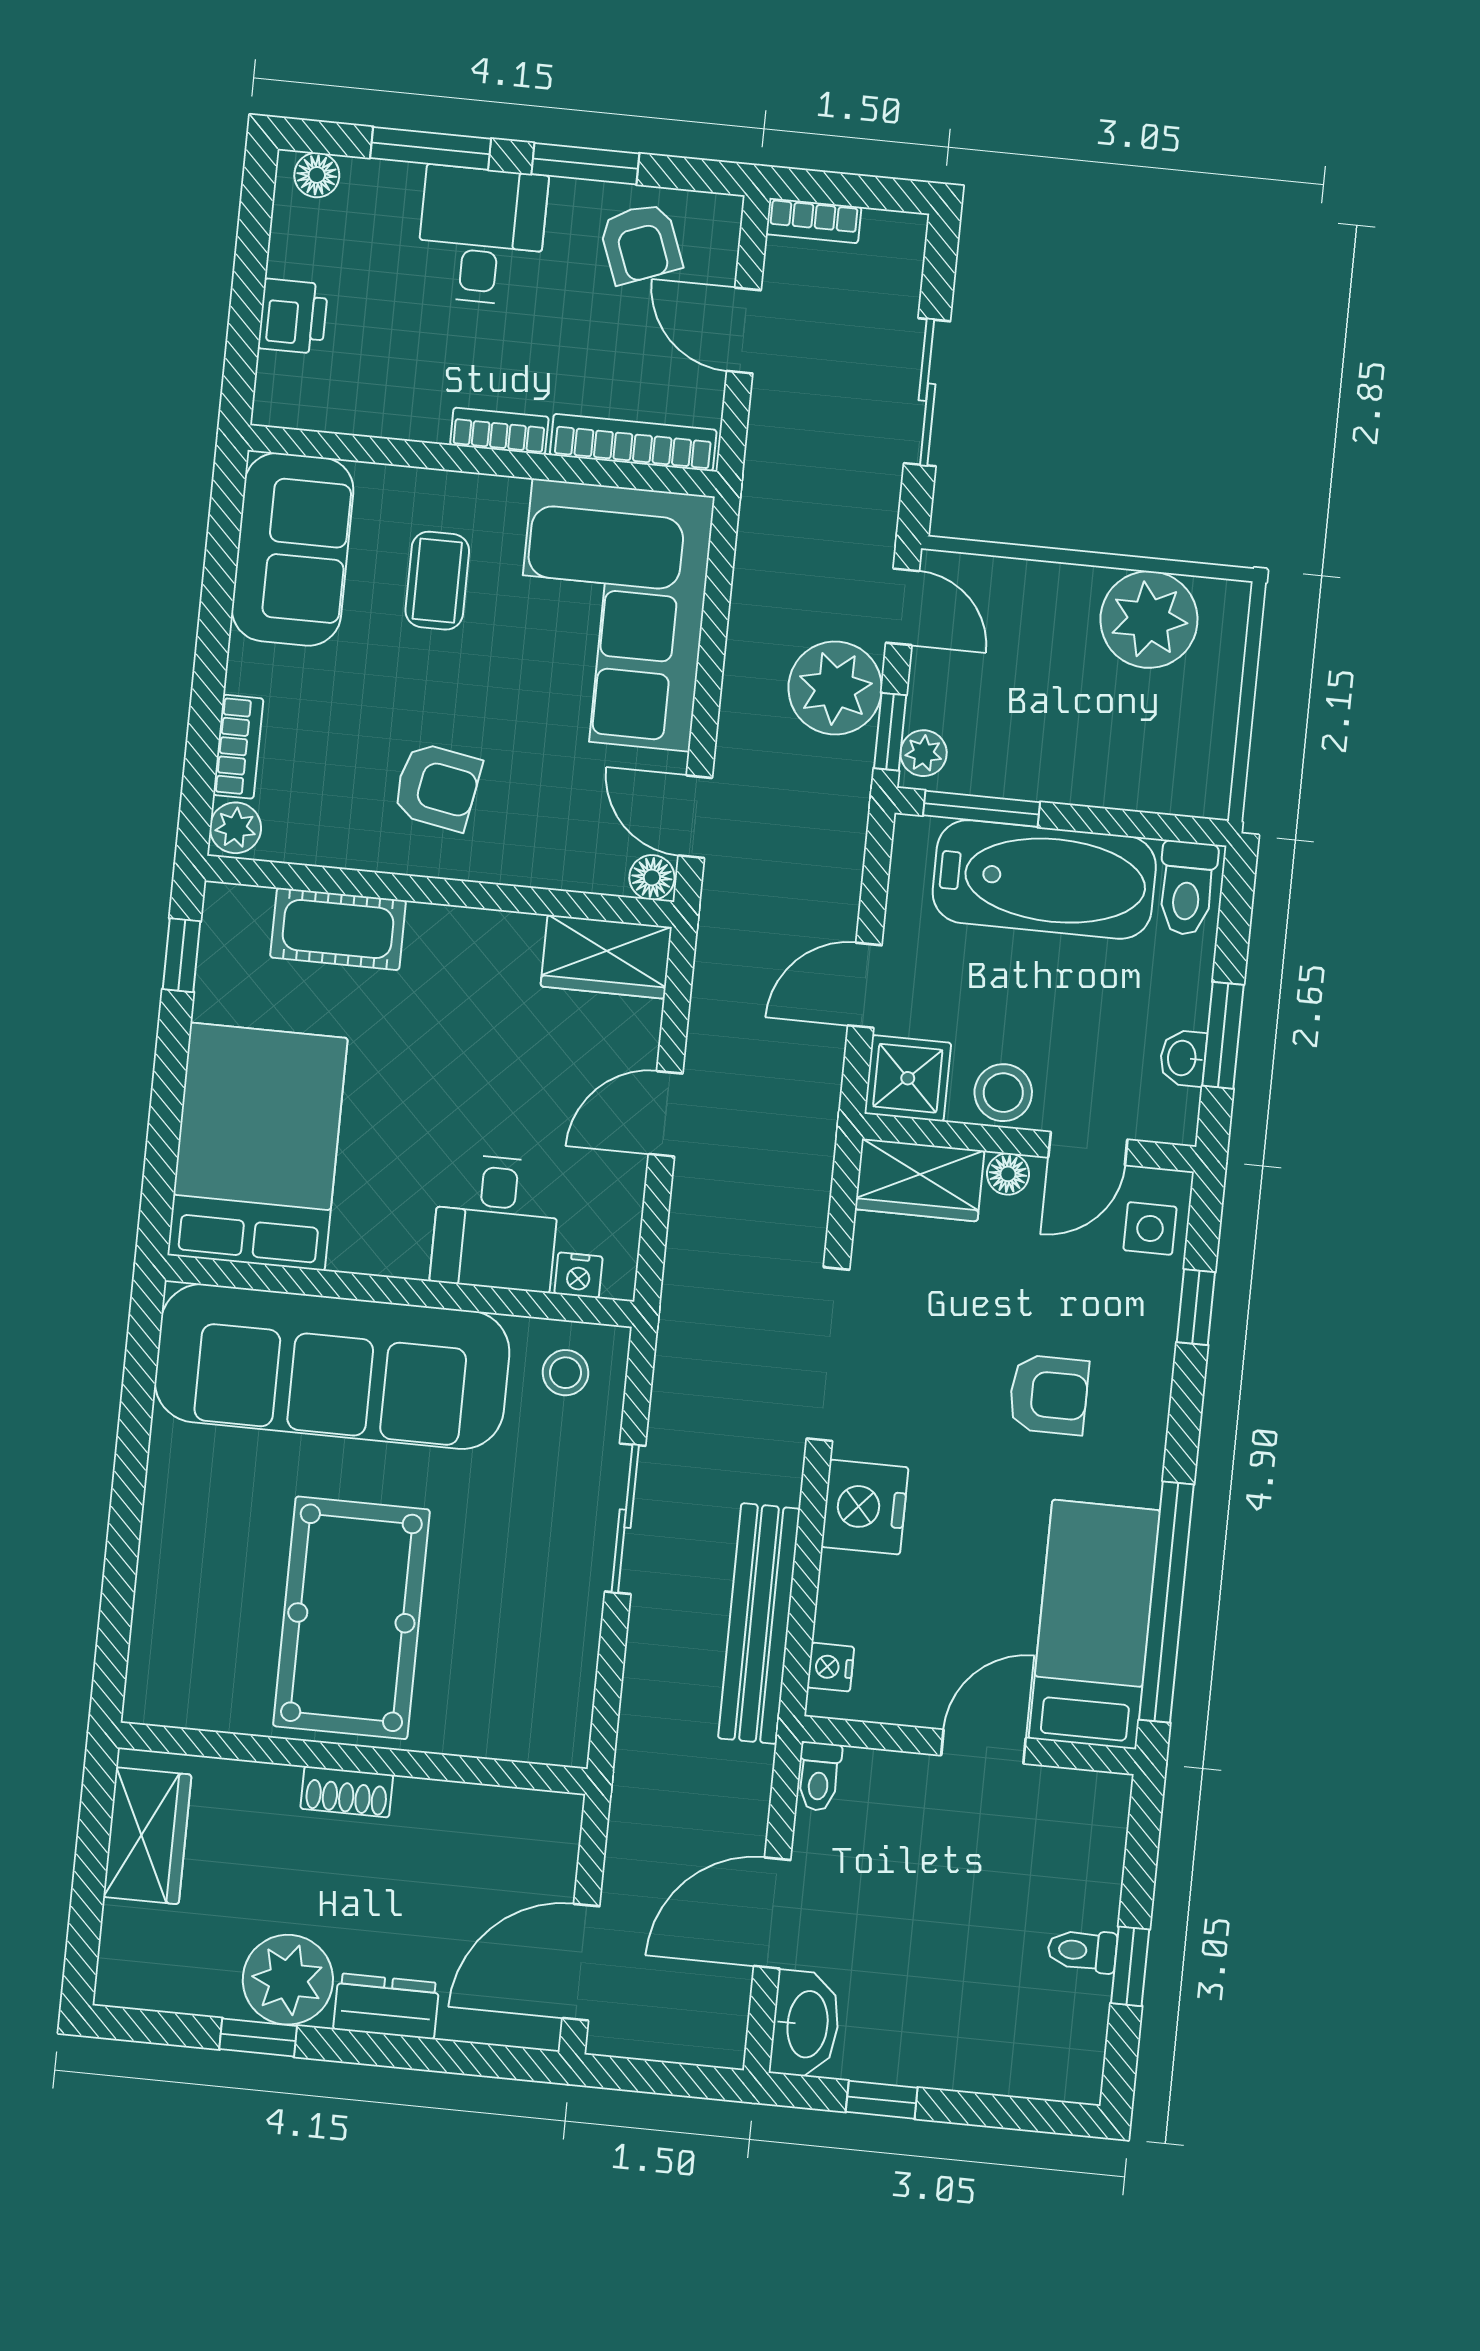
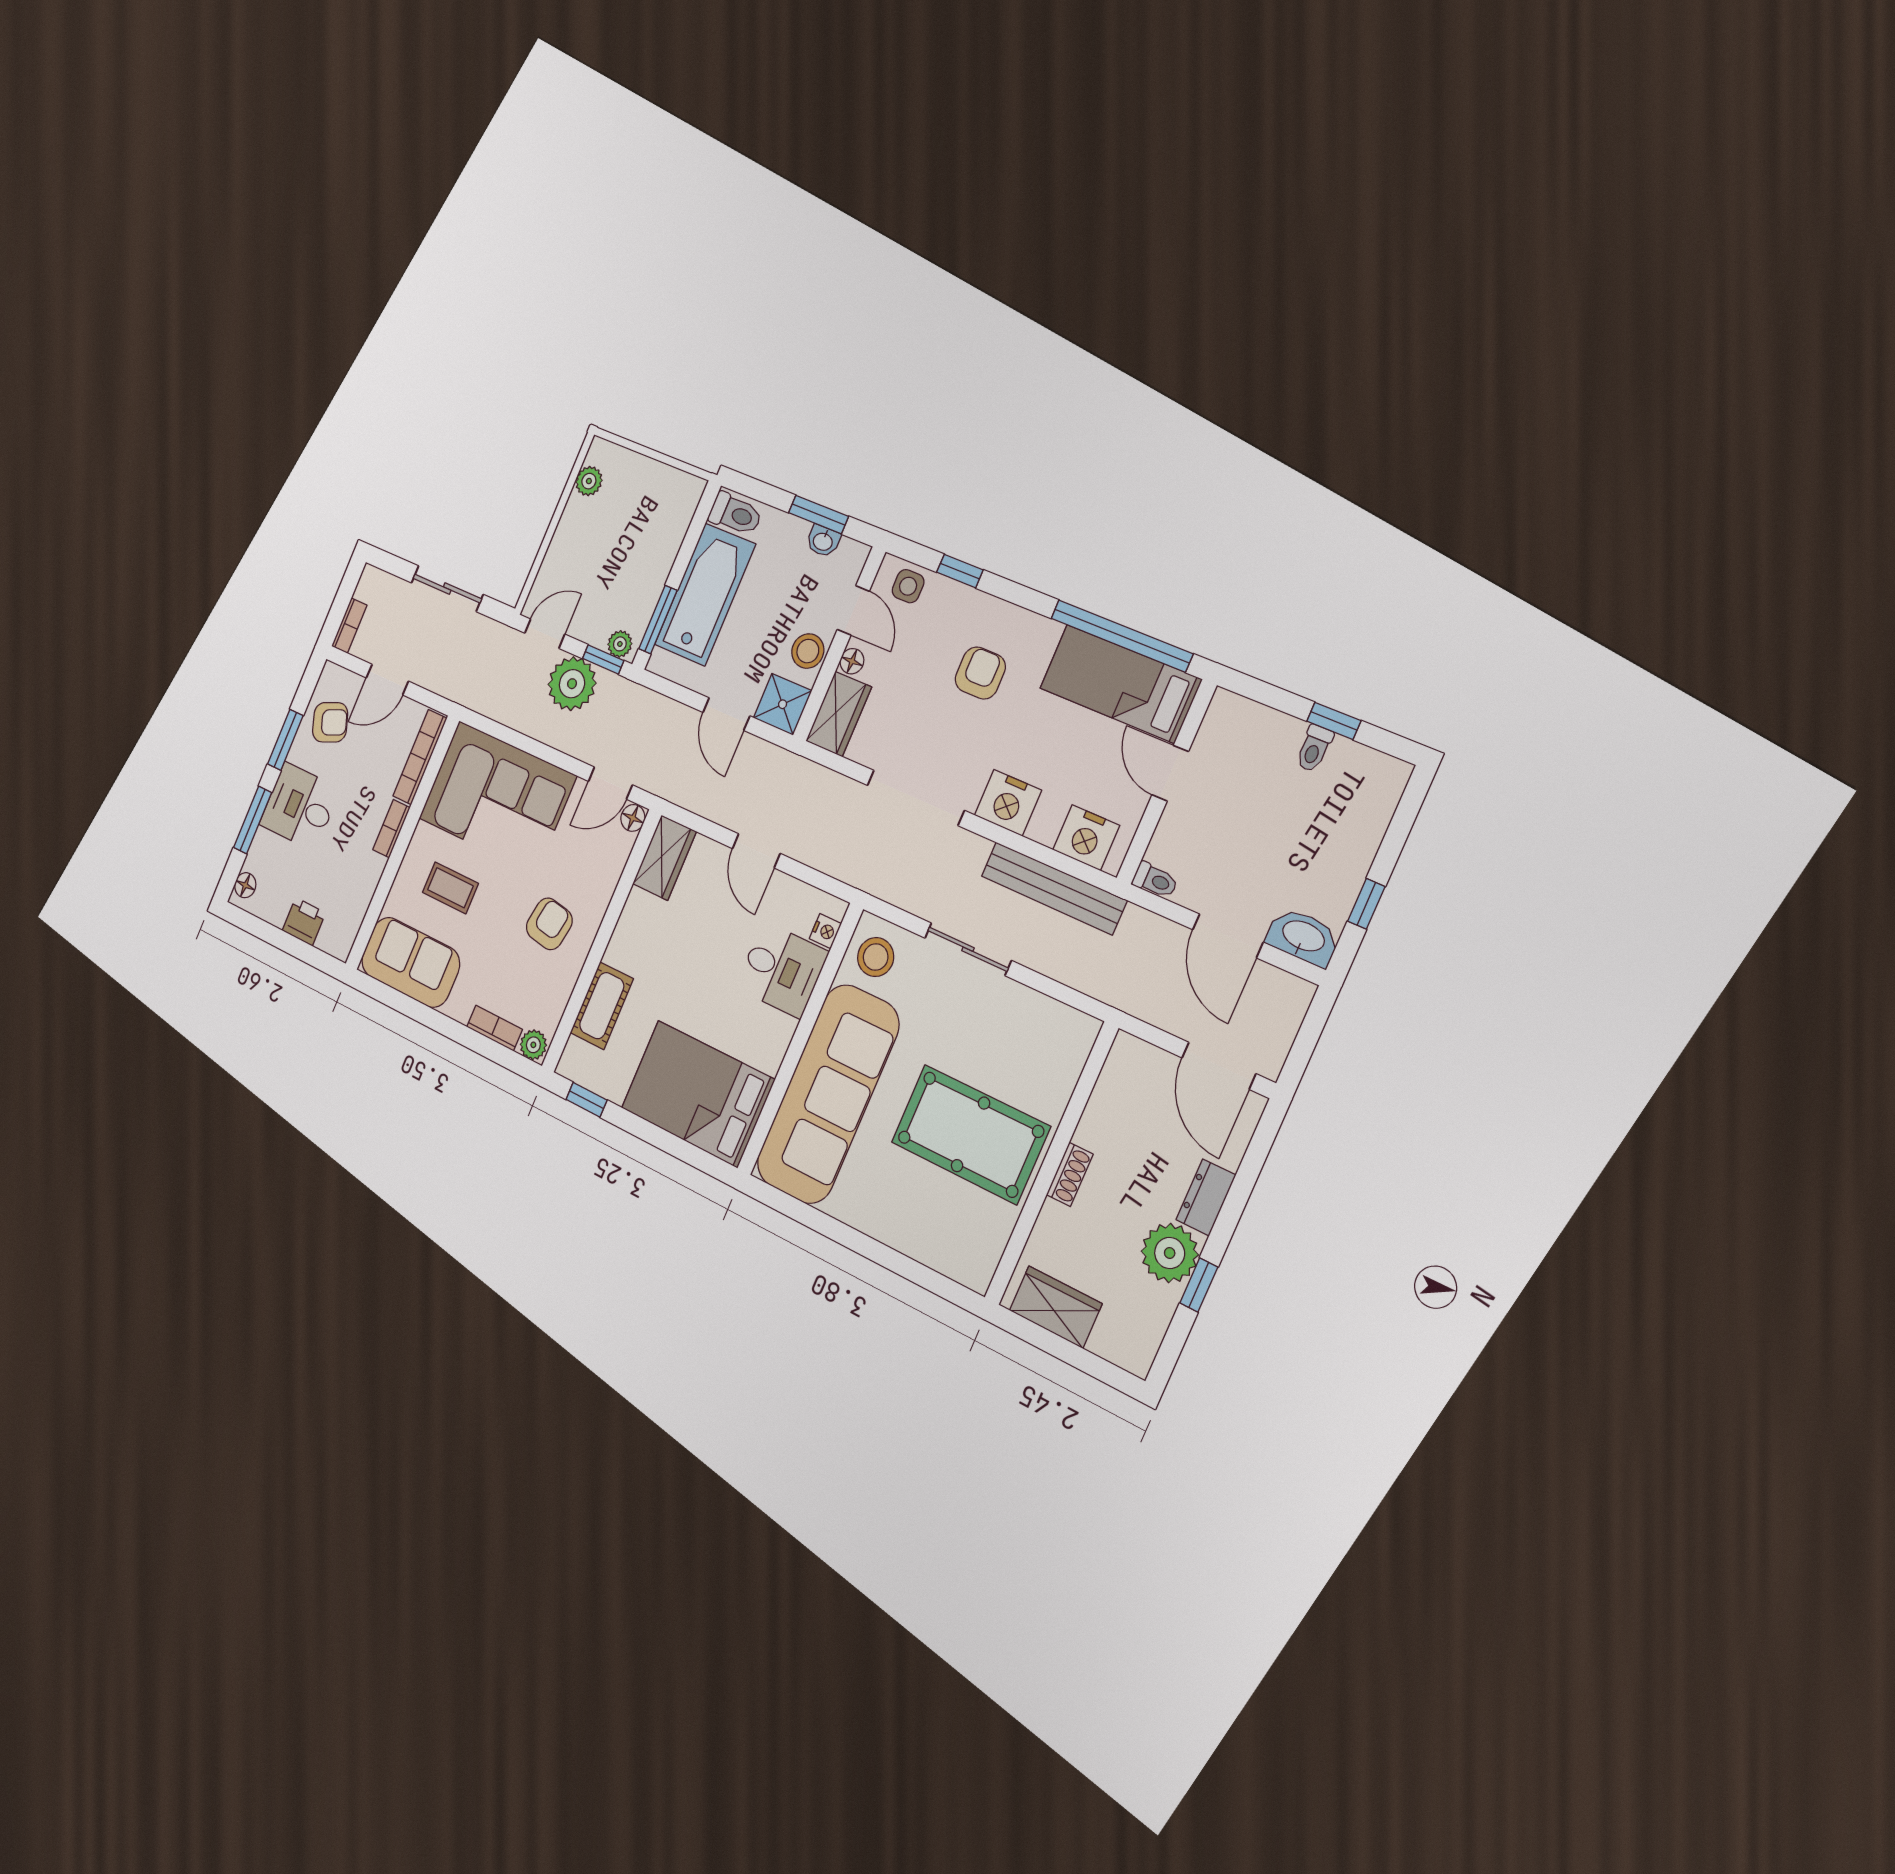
plant: (1149, 620) -> (589, 481), width x0.53, depth x0.53
stool: (566, 1373) -> (876, 957), width x1.37, depth x1.37
nightstand: (831, 1667) -> (1086, 838), width x1.89, depth x1.79

